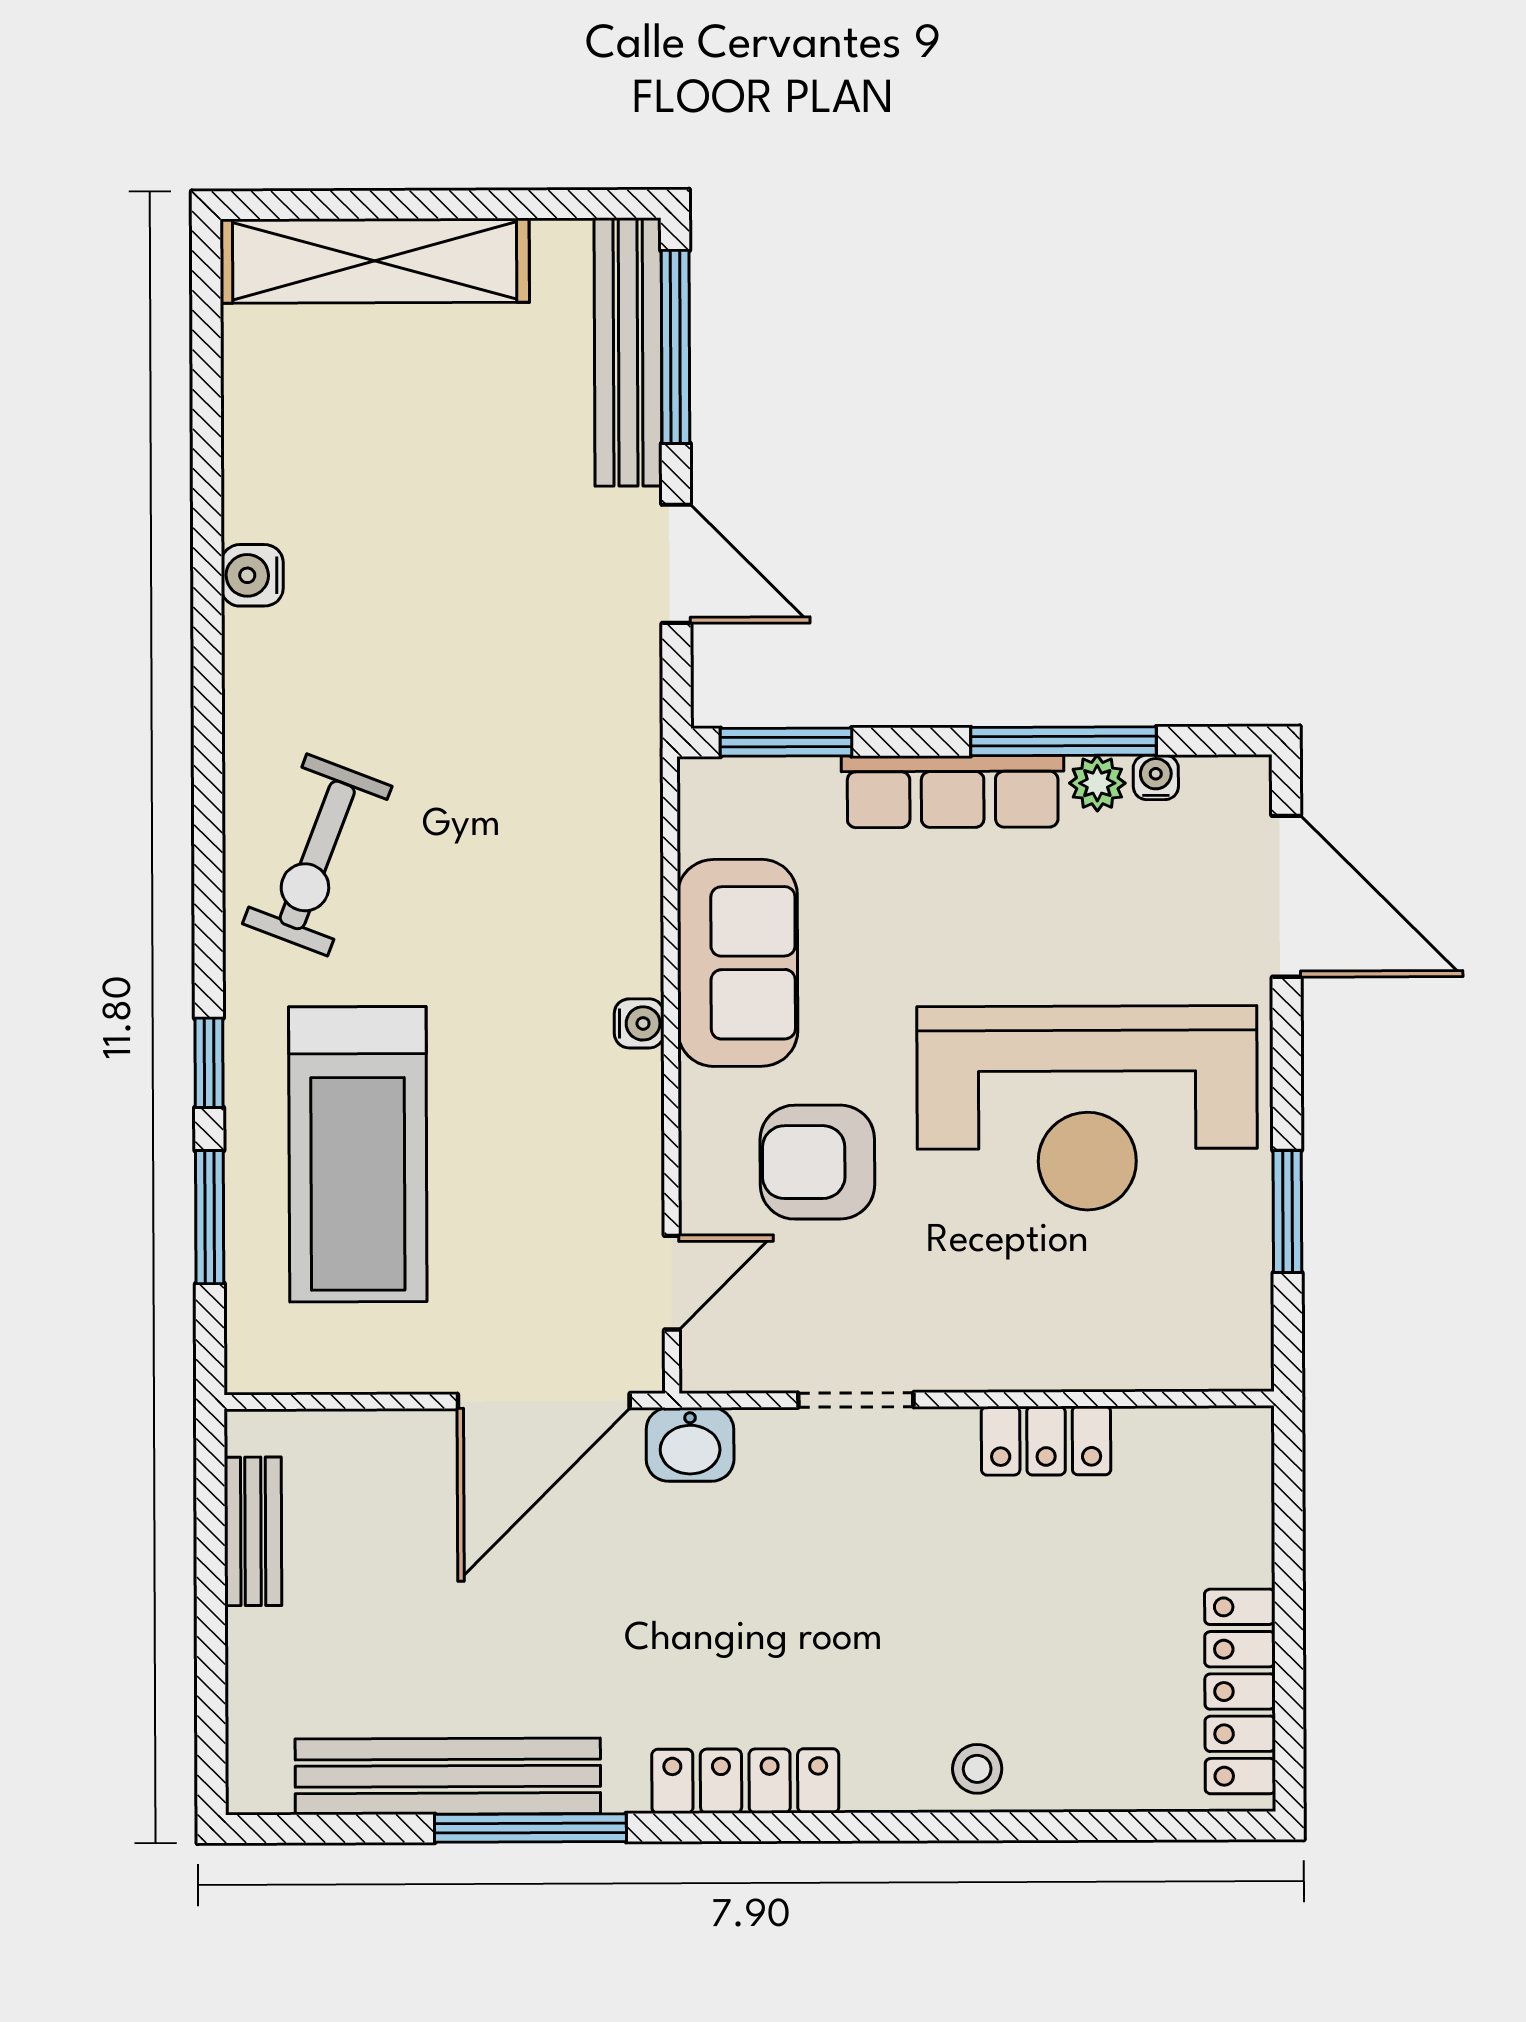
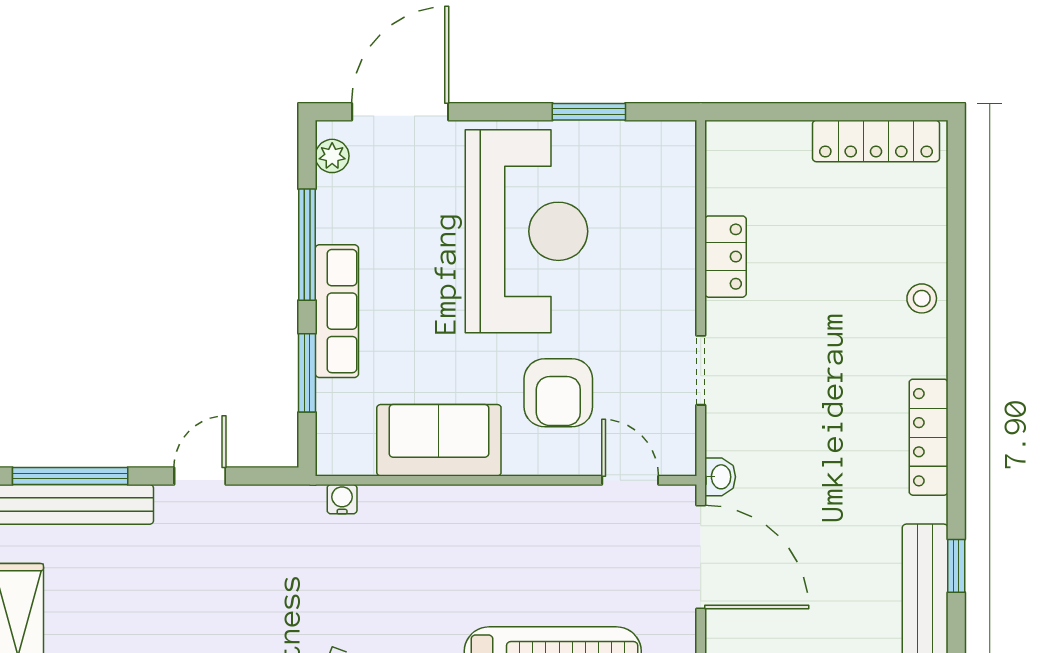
door: (676, 564) -> (200, 476), width x0.73
window: (786, 742) -> (307, 373), moved
water cooler: (1156, 777) -> (329, 189), removed
plant: (1097, 783) -> (332, 156), moved
water cooler: (639, 1023) -> (342, 499), moved
washbasin: (690, 1444) -> (720, 477), width x0.72, depth x0.69
window: (530, 1828) -> (956, 566), width x0.46

